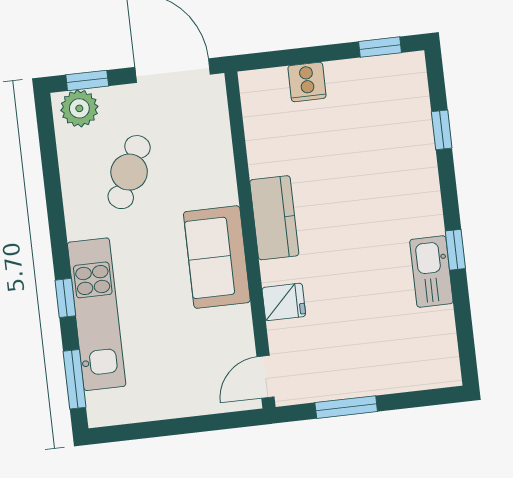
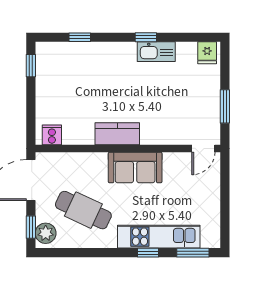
cooker: (307, 82) -> (52, 135), moved, turned -90
cafe table: (129, 172) -> (83, 210), width x1.37, depth x1.35
fridge: (284, 302) -> (207, 53), moved, turned 180
door: (266, 377) -> (203, 148), hinge flipped

